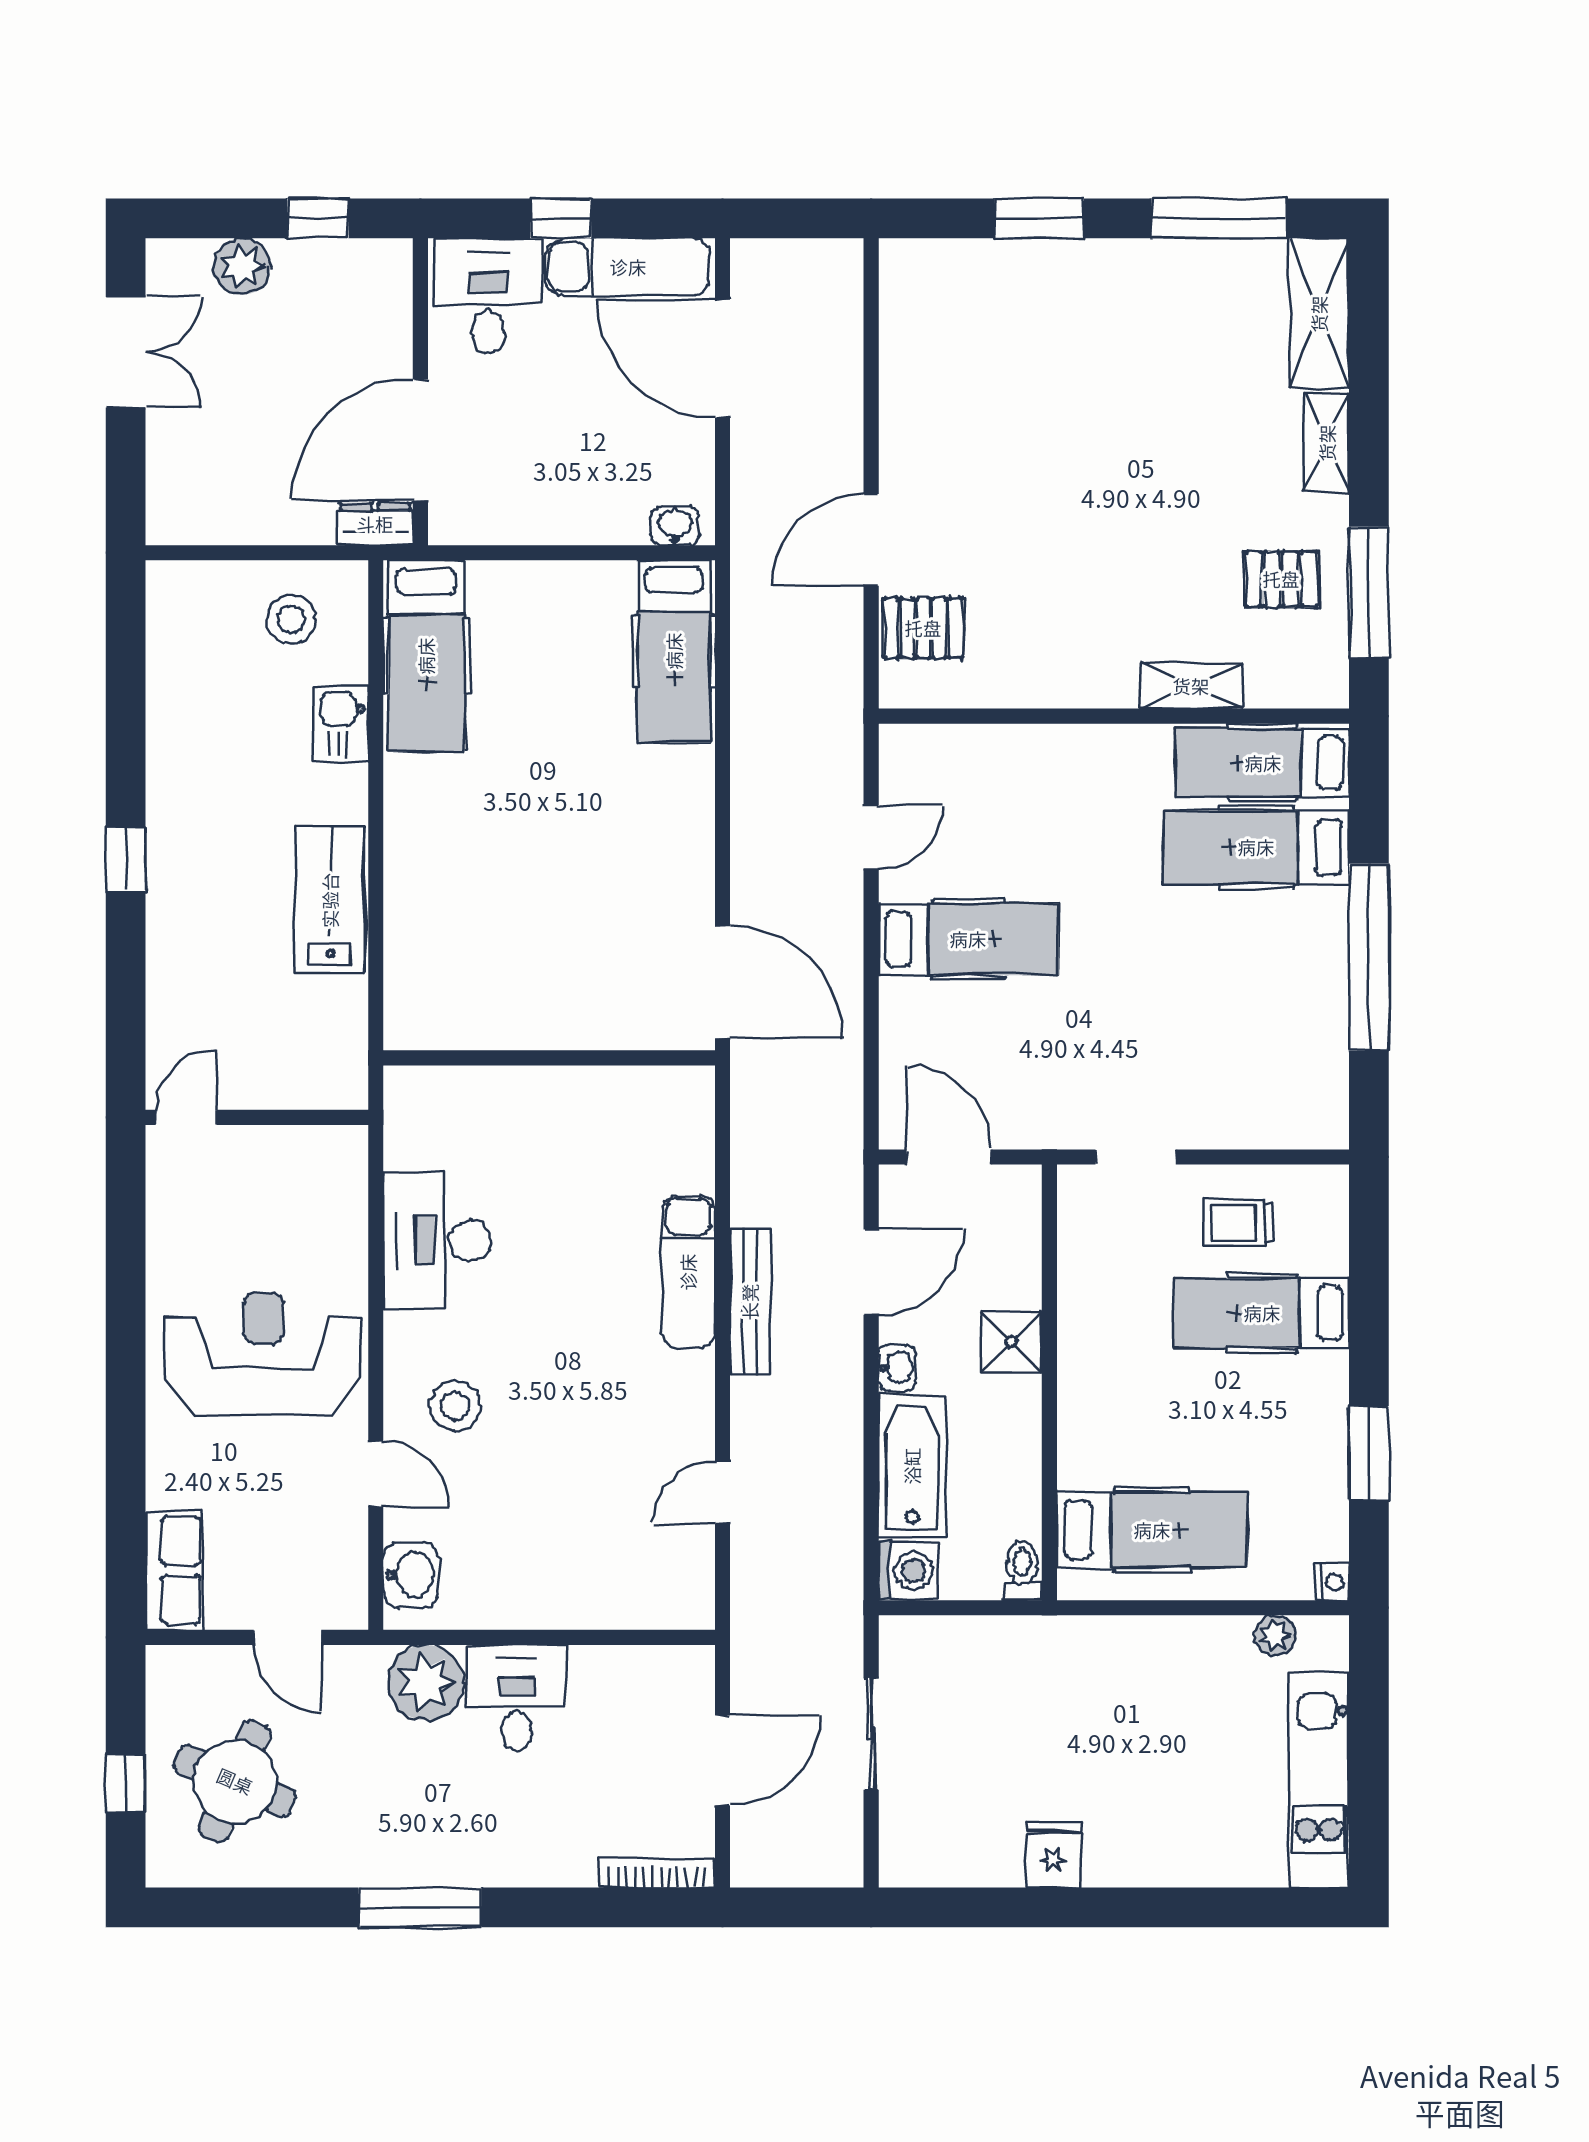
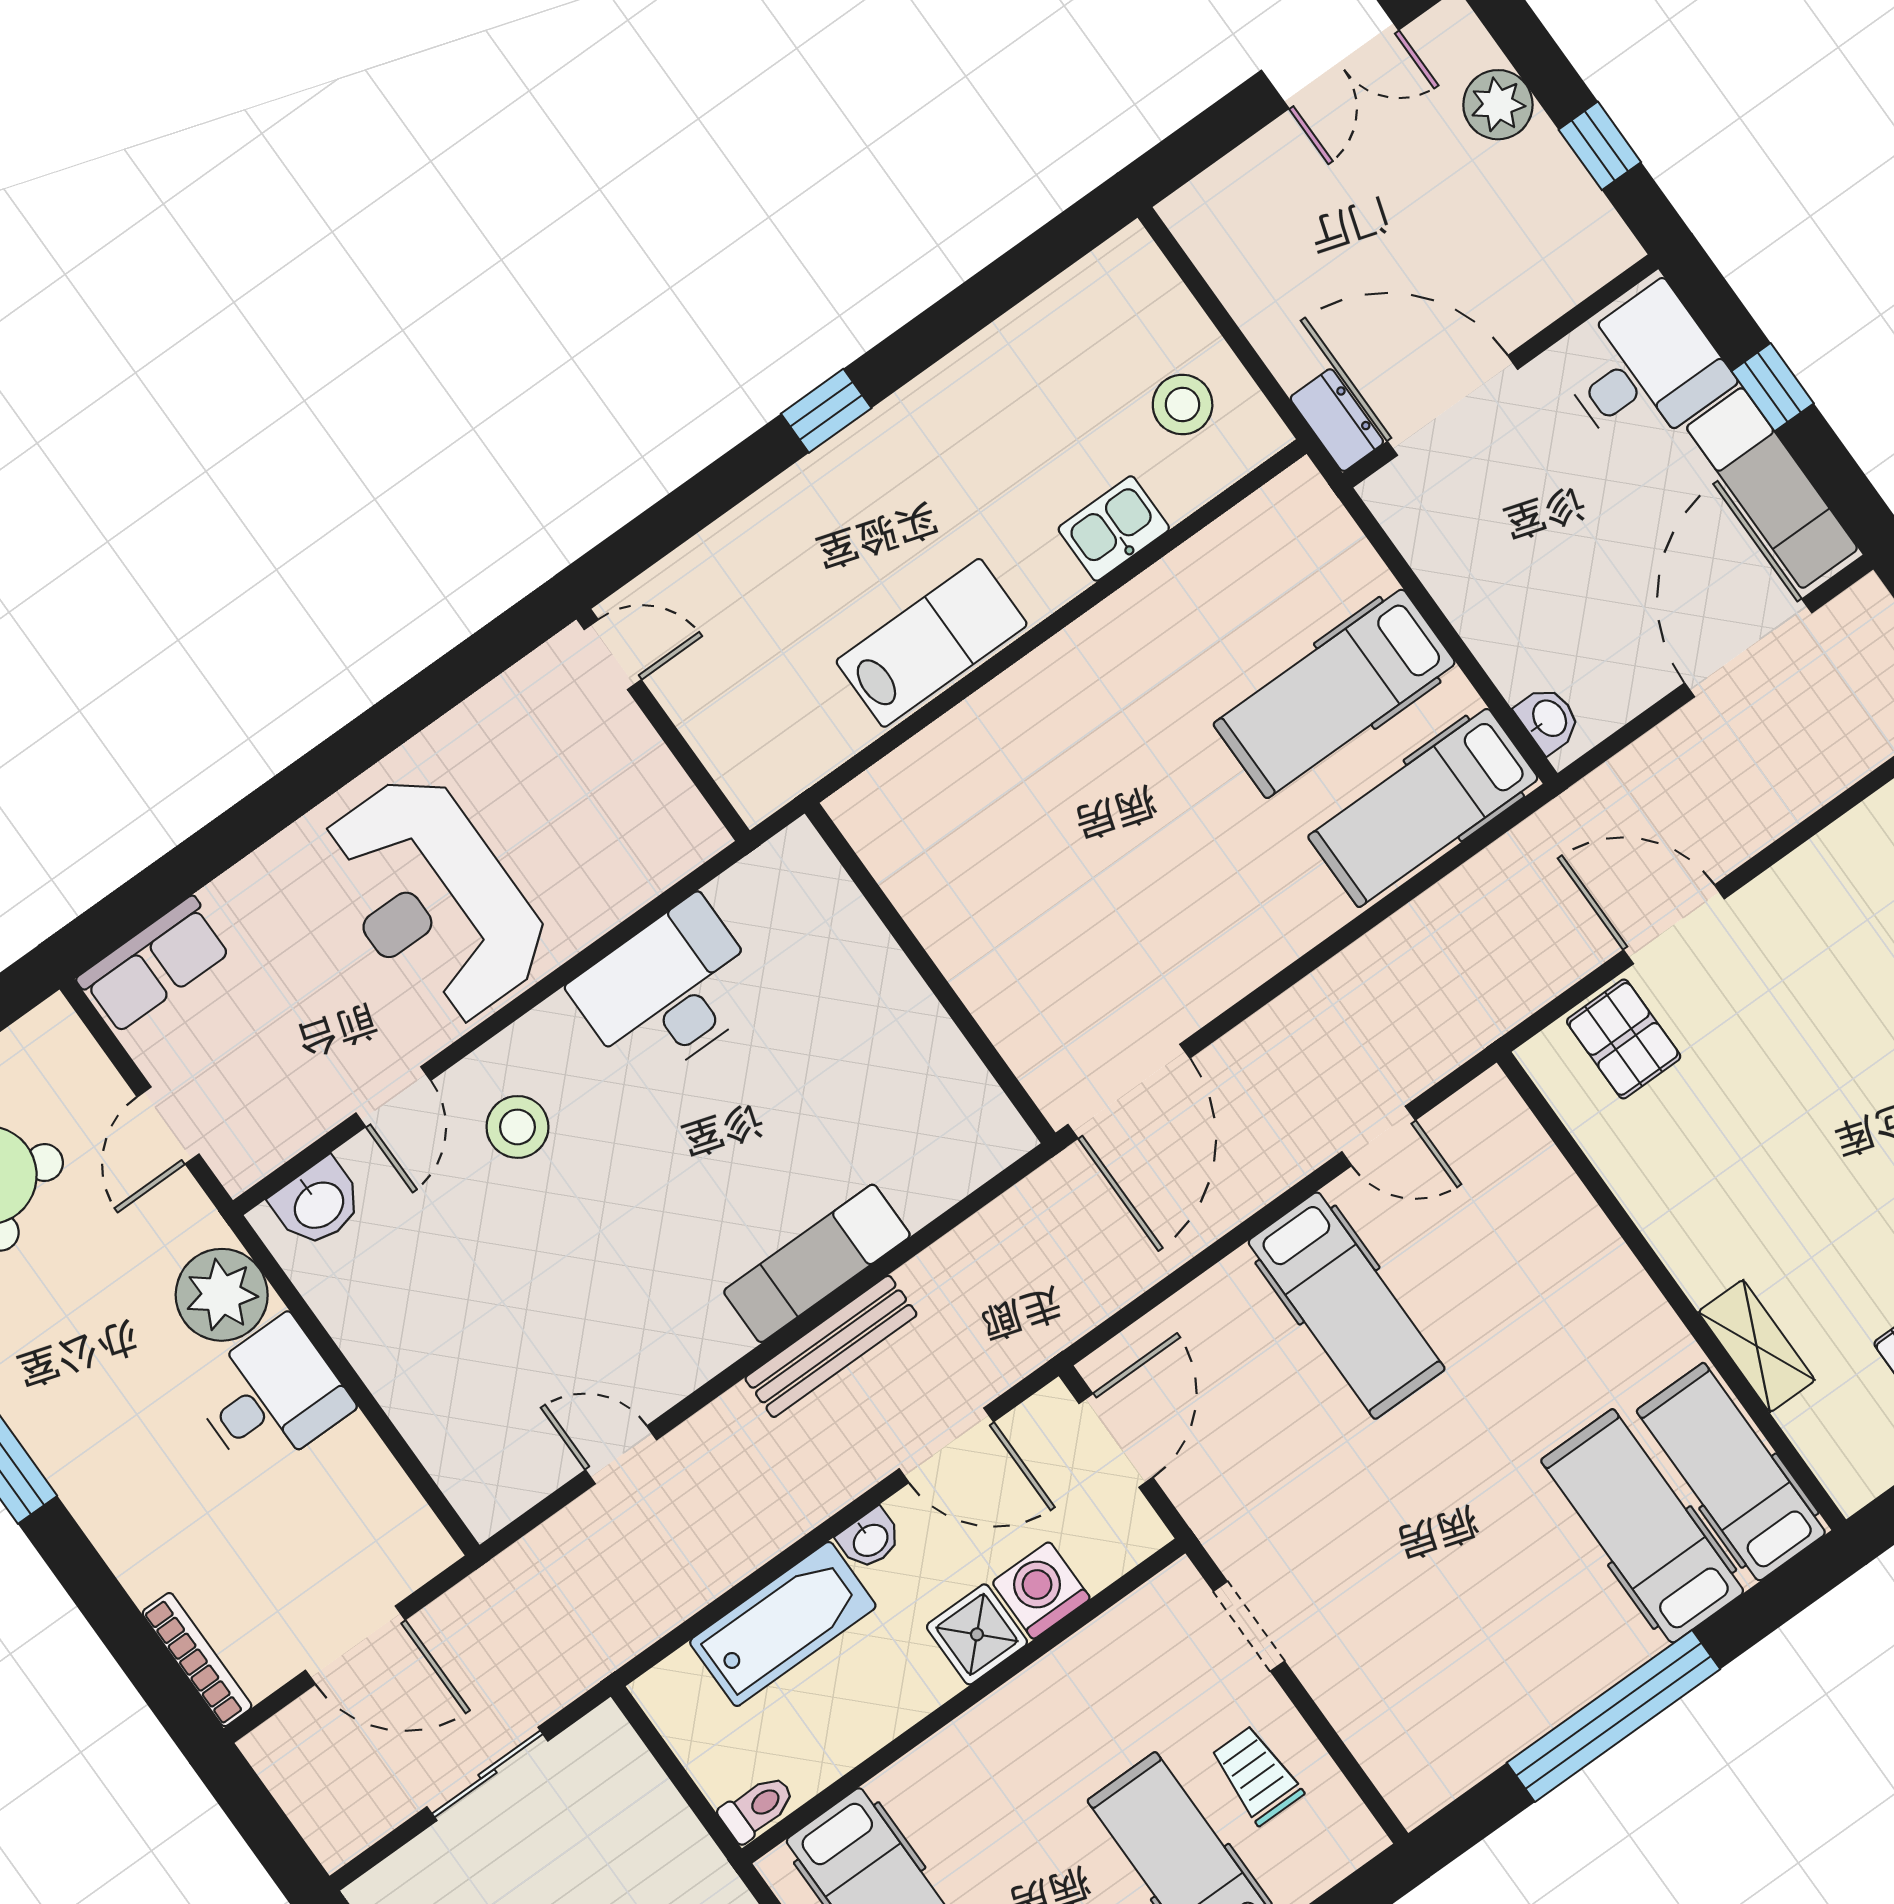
hospital bed: (426, 656) -> (1334, 694), moved
reception desk: (263, 1354) -> (433, 900), turned 180
washing machine: (908, 1570) -> (1041, 1590), moved, turned 180

